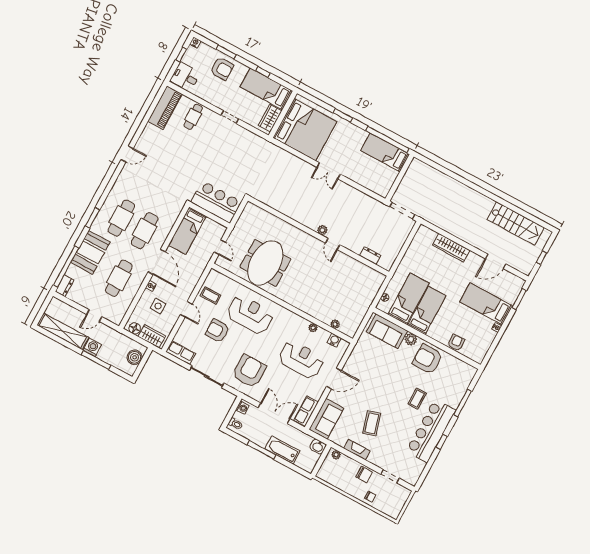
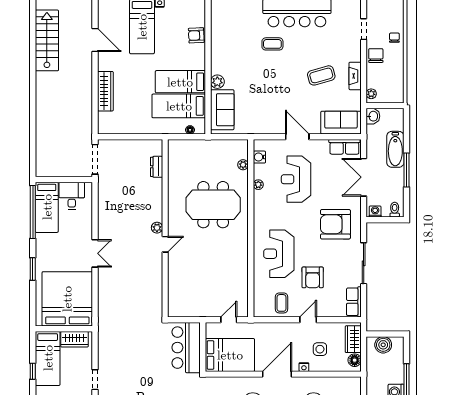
desk: (384, 177) -> (72, 196), added
bed: (187, 231) -> (230, 355), width x1.50
door: (333, 244) -> (165, 244), moved
meeting table: (265, 263) -> (213, 205), moved
armchair: (428, 359) -> (228, 55), removed

